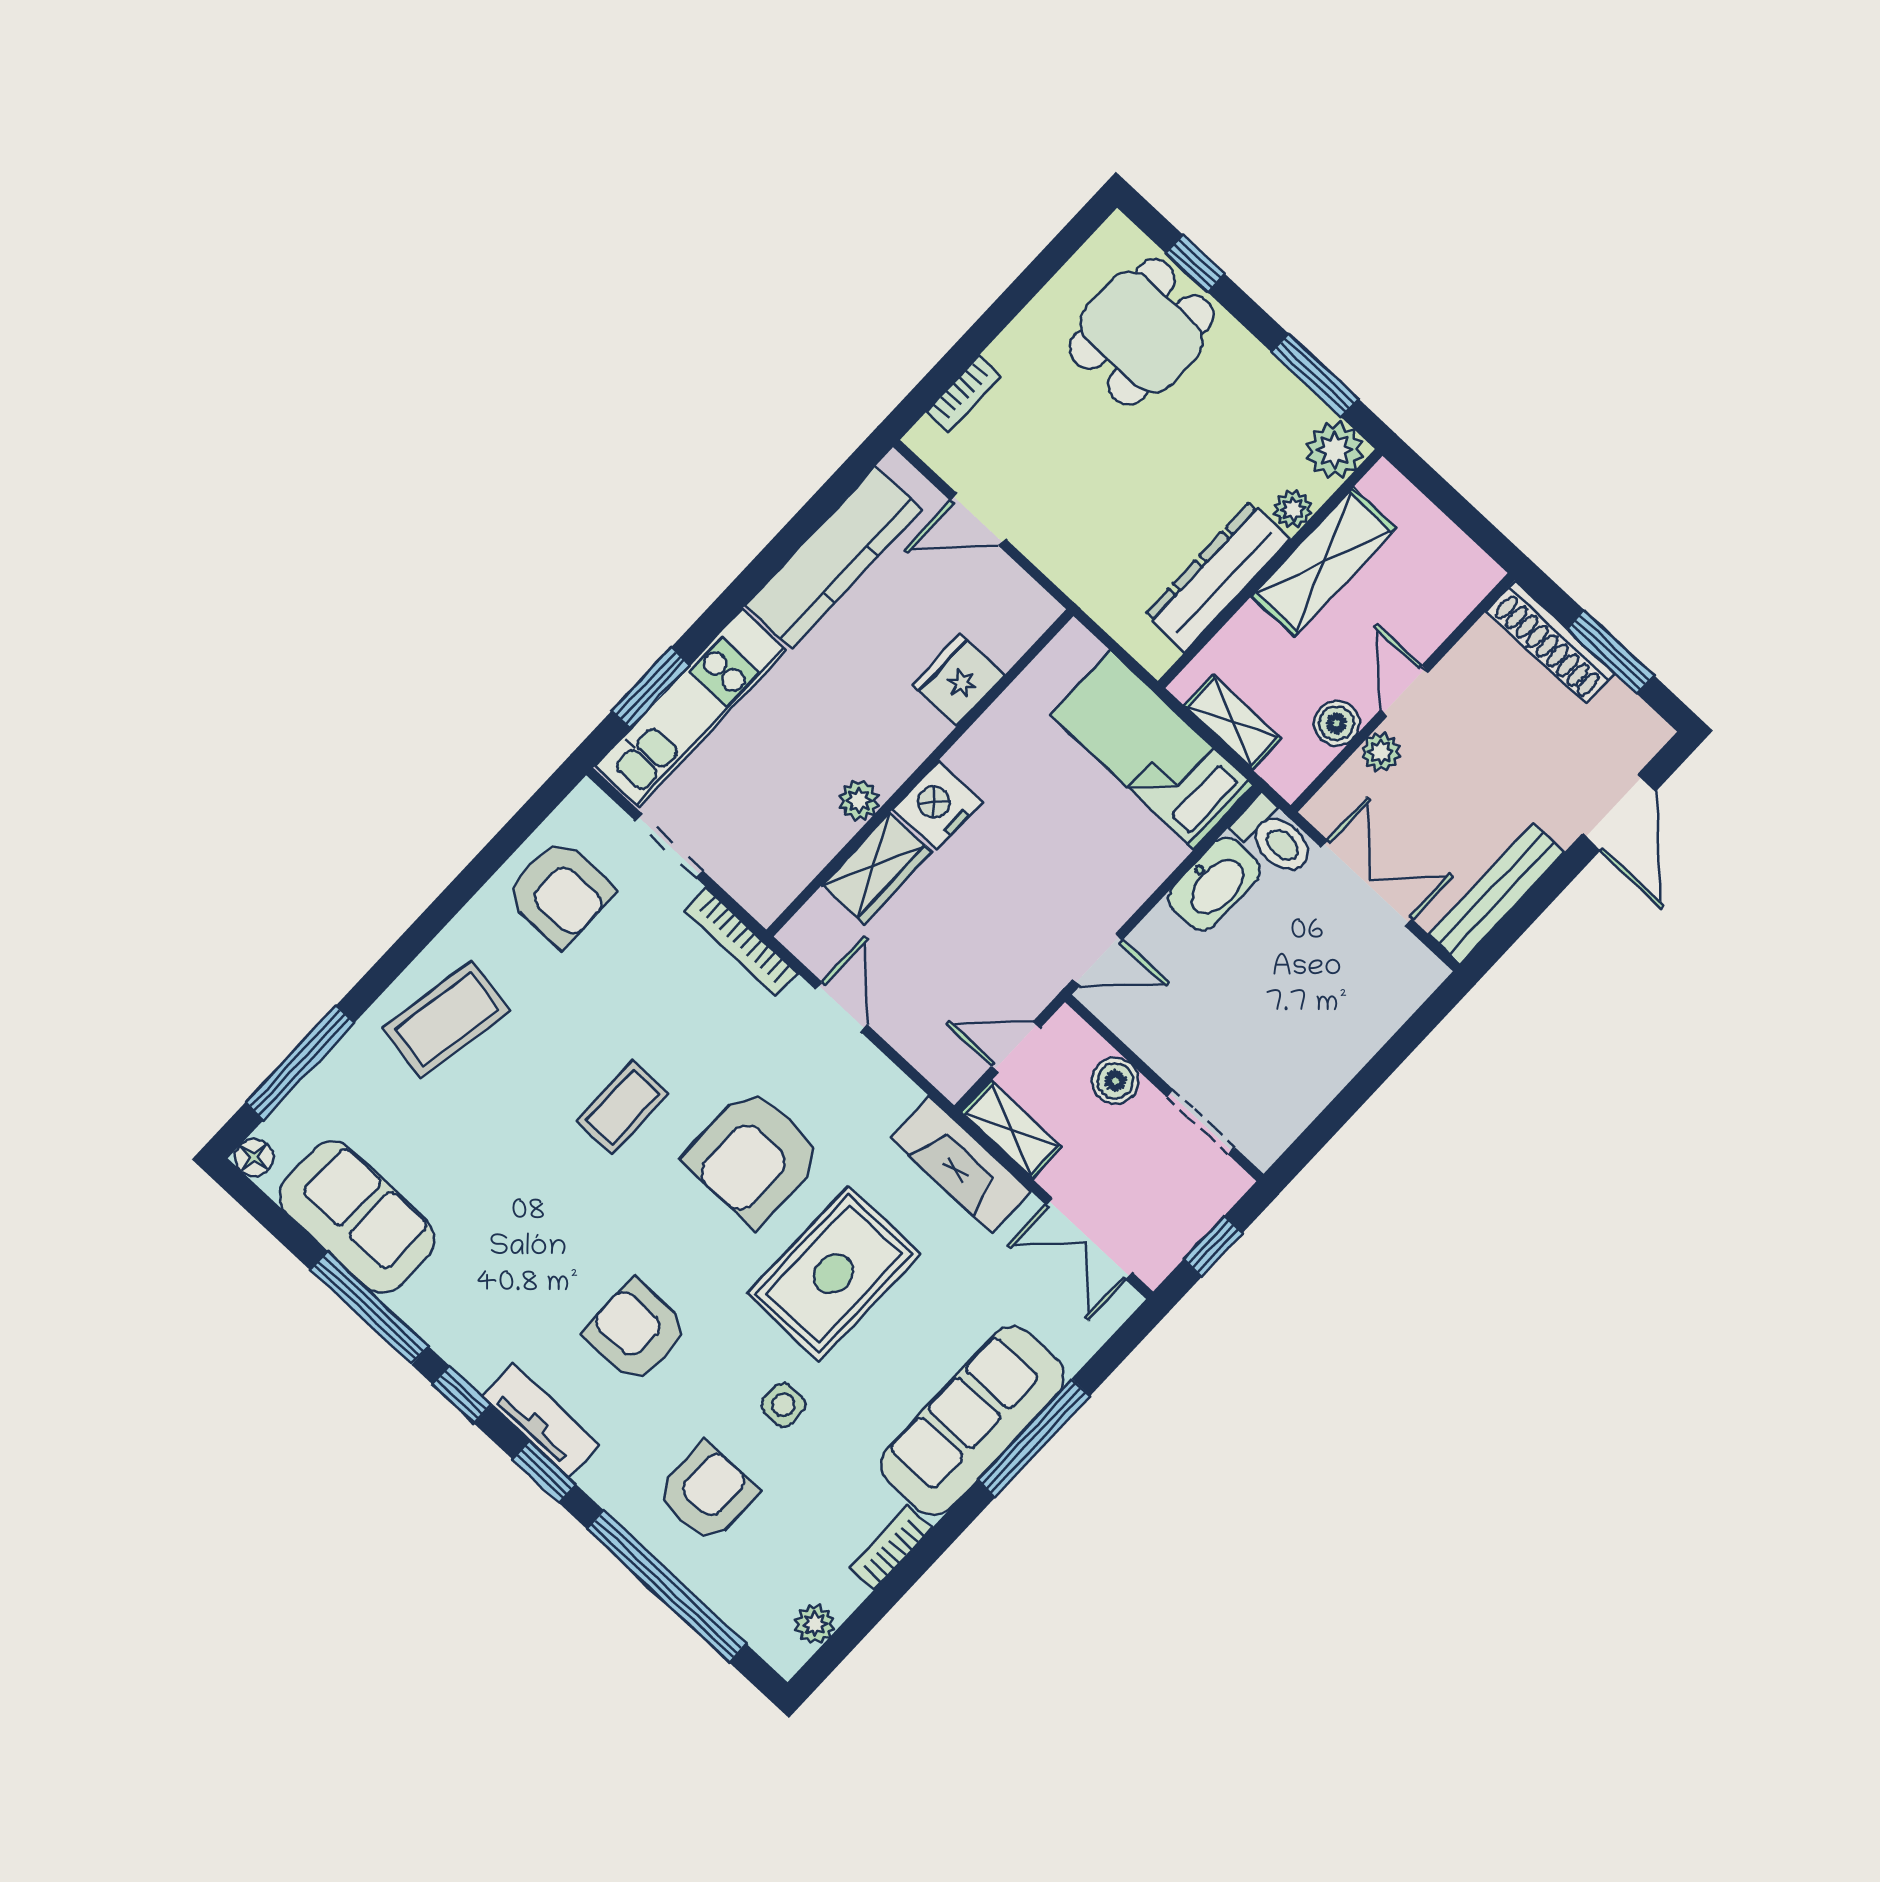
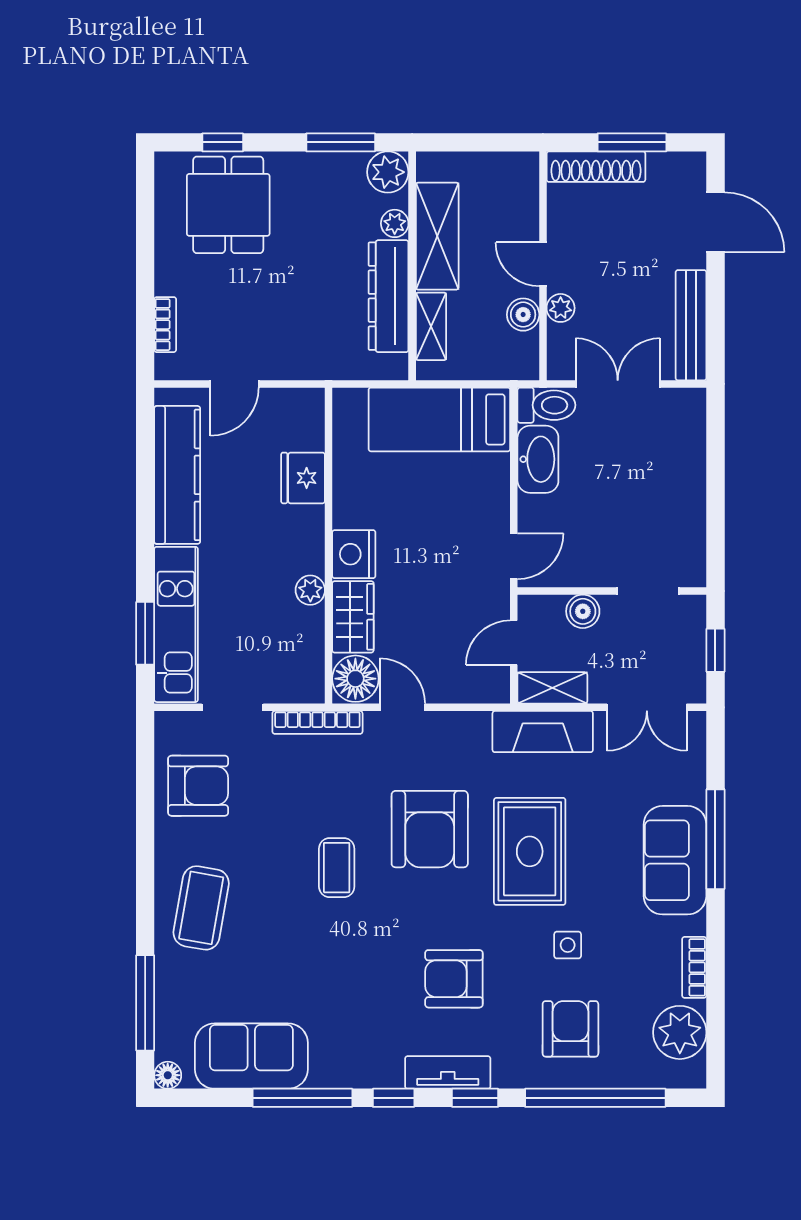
shelving: (1233, 722) -> (431, 326), moved, turned 90
floor lamp: (821, 933) -> (355, 679), added
sofa: (973, 1421) -> (675, 860), width x0.73
plant: (815, 1624) -> (680, 1032), width x1.88, depth x1.88

